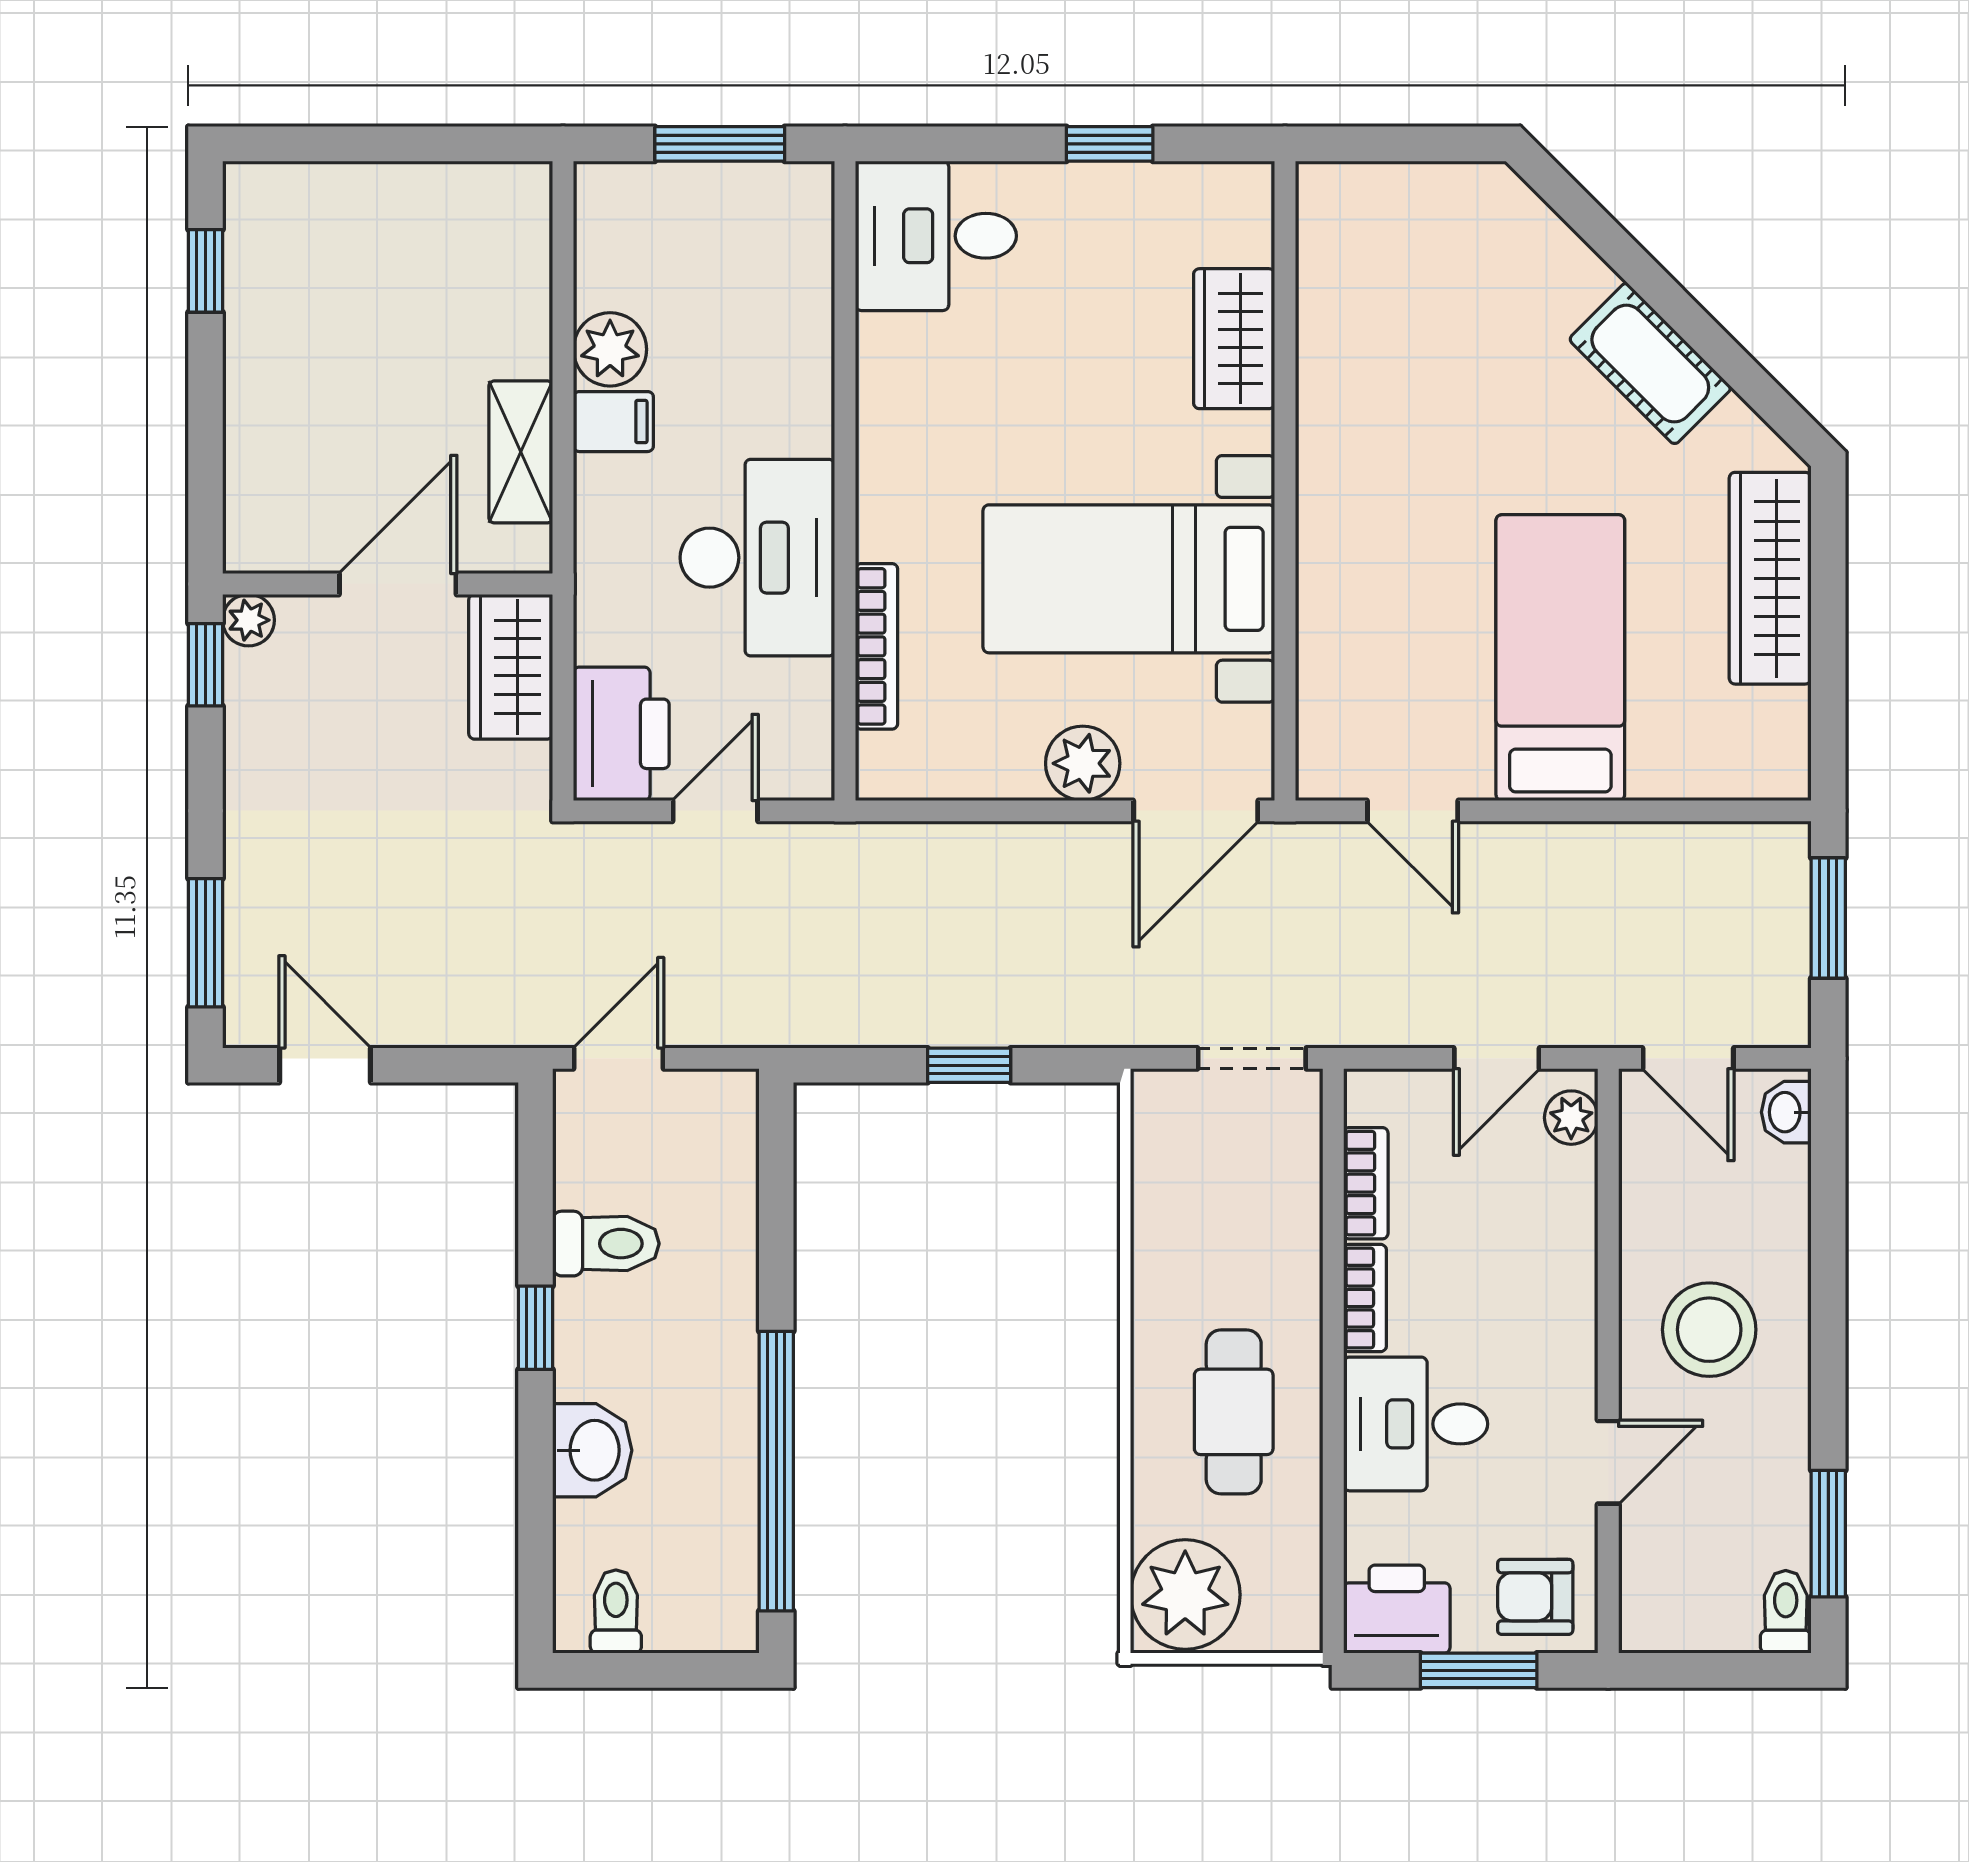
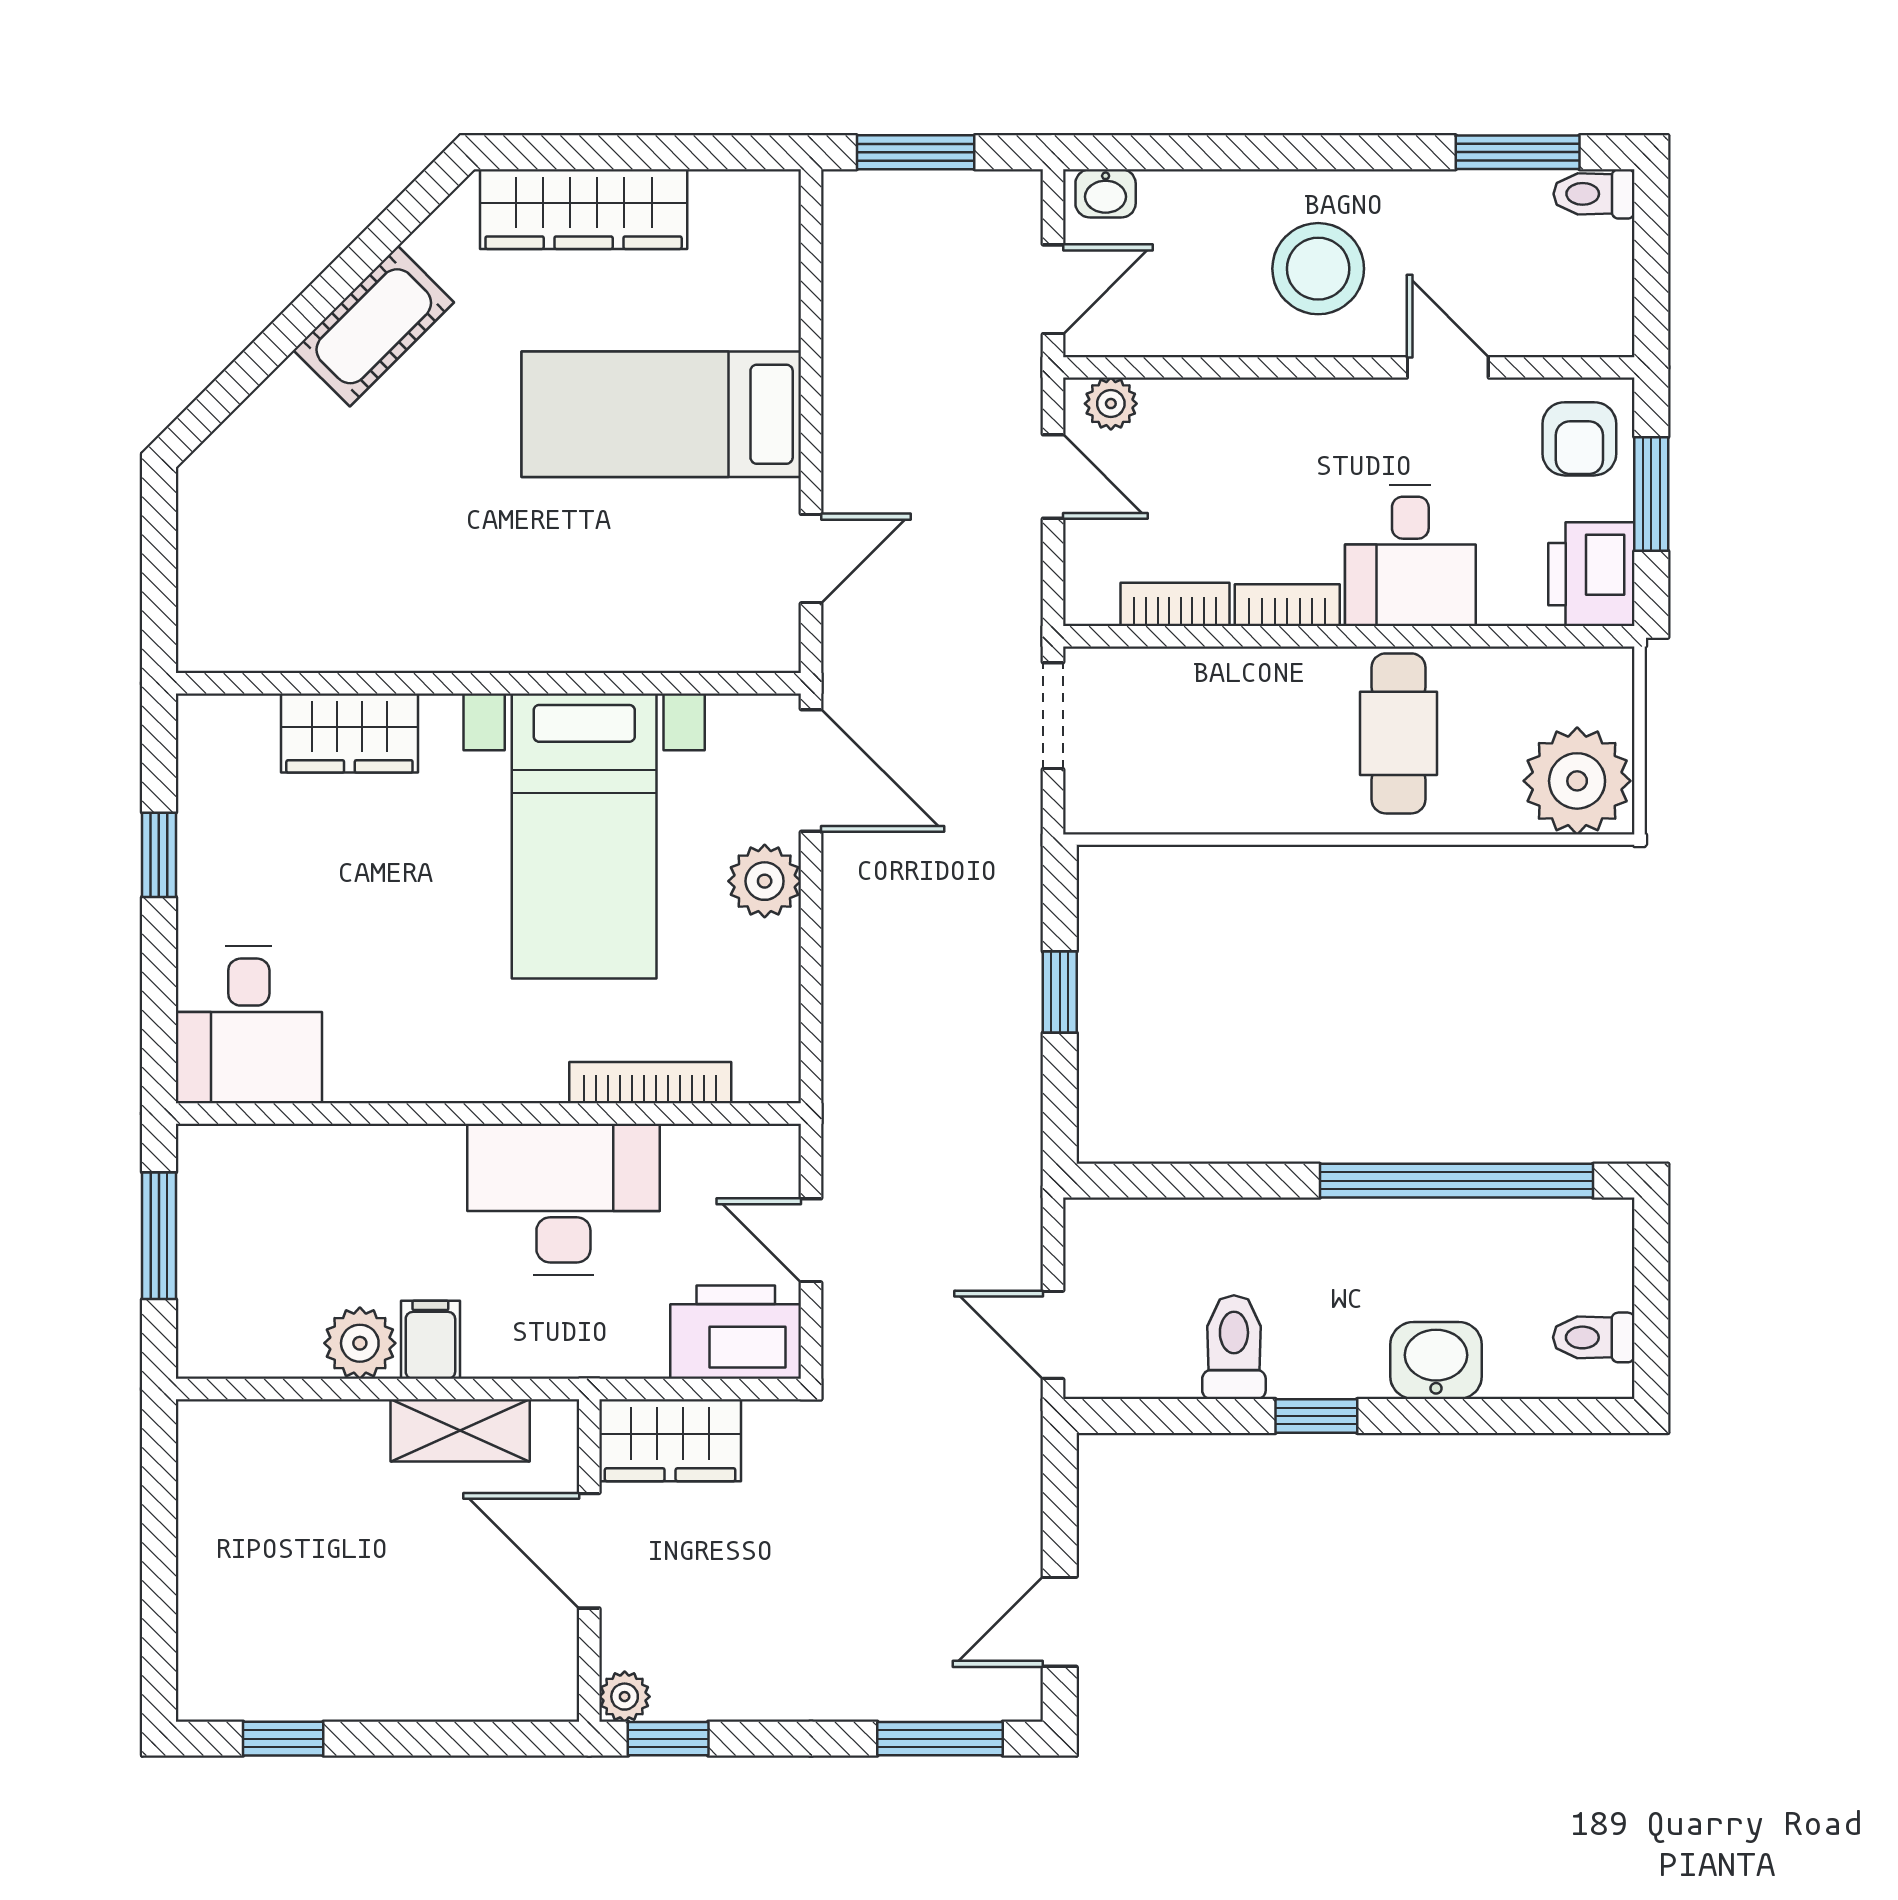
cafe table: (1234, 1412) -> (1399, 733), turned 90

